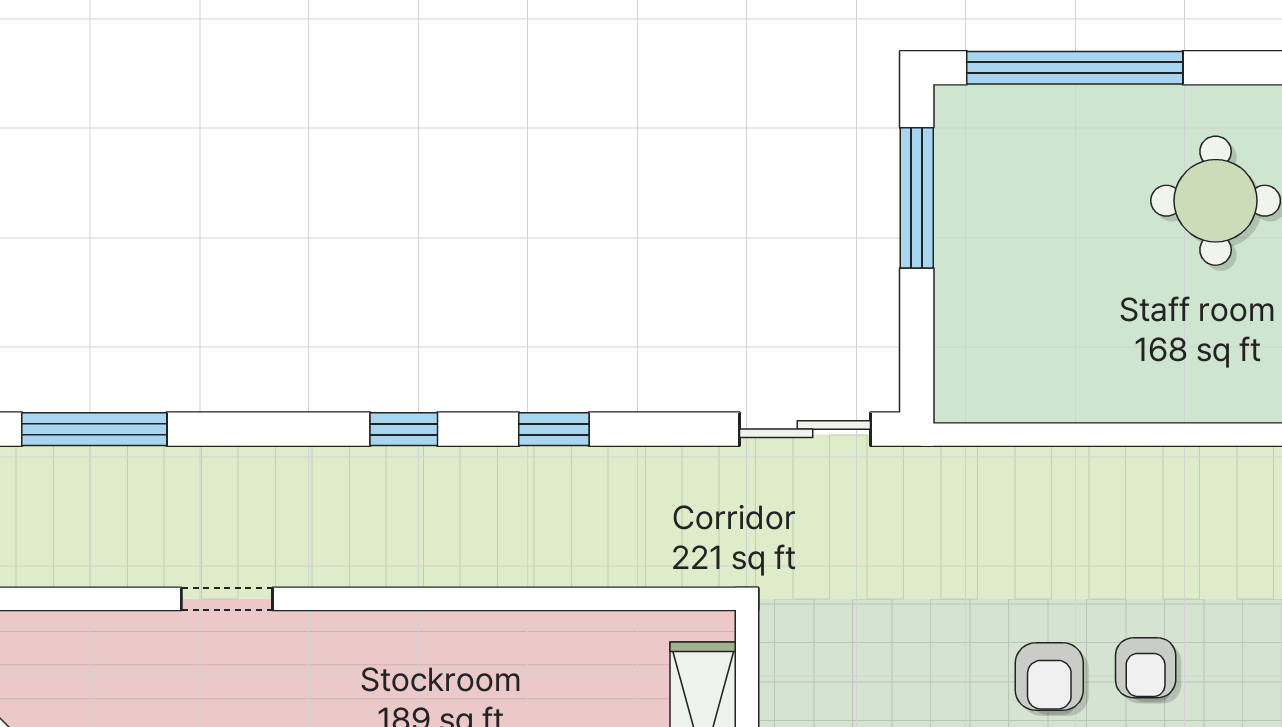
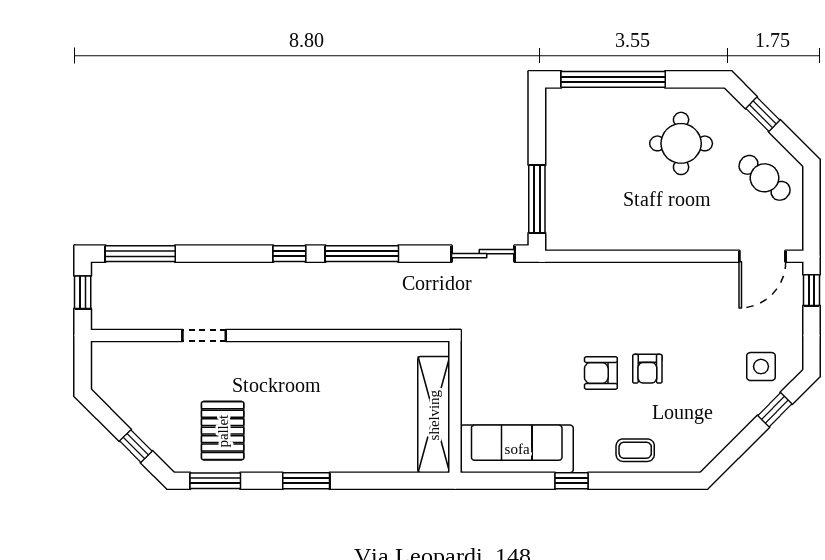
window: (917, 198) -> (537, 199), moved
window: (554, 429) -> (362, 254), width x2.17
armchair: (1049, 677) -> (601, 373), turned 90

